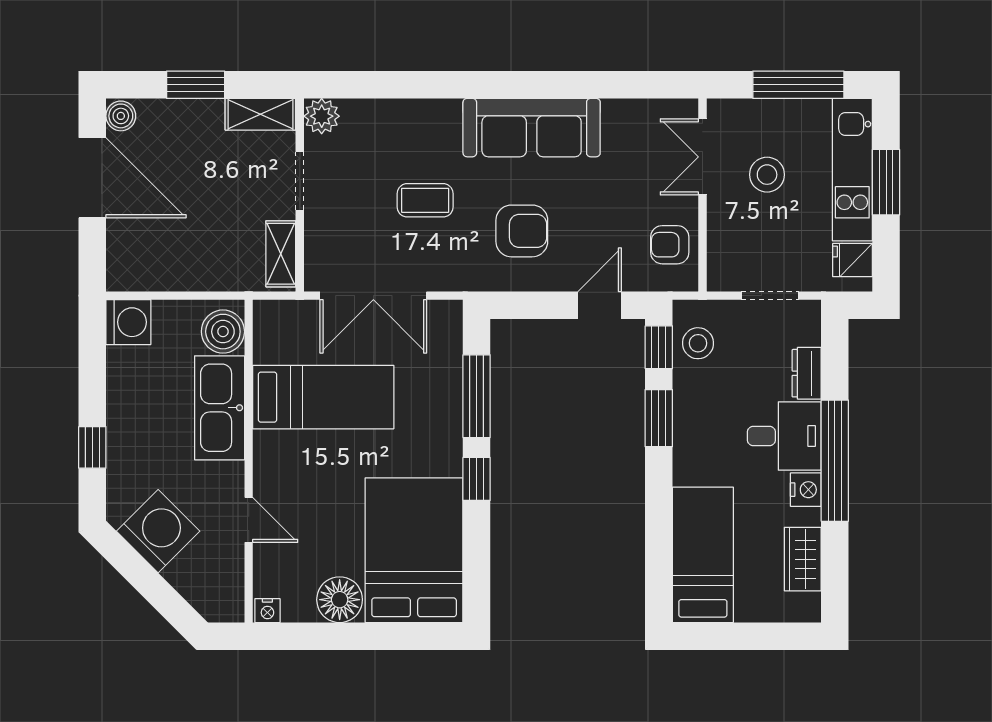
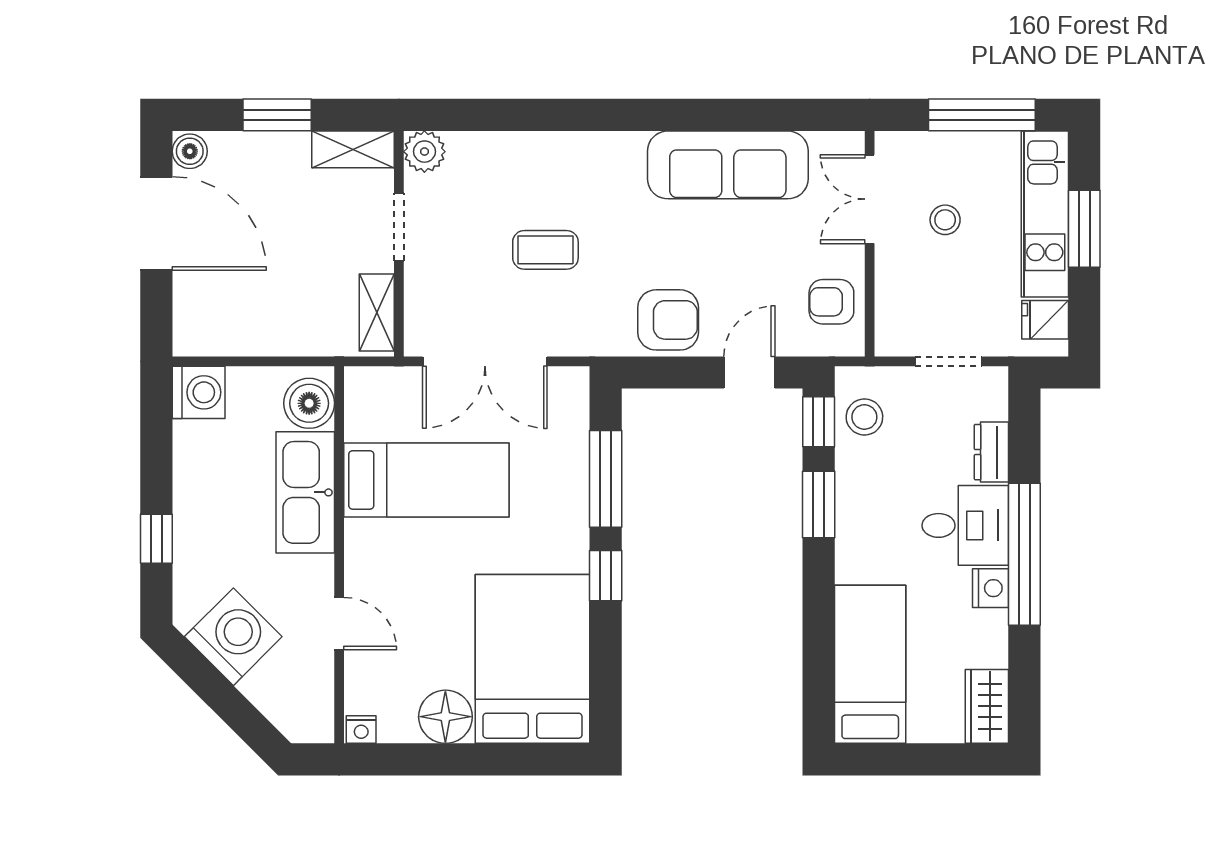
sofa: (532, 128) -> (728, 165), moved
stool: (767, 175) -> (945, 220), width x0.73, depth x0.73
armchair: (522, 231) -> (668, 320), moved
wardrobe: (803, 559) -> (987, 706), moved

